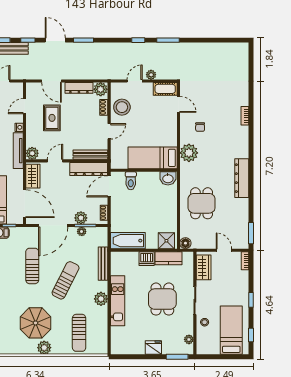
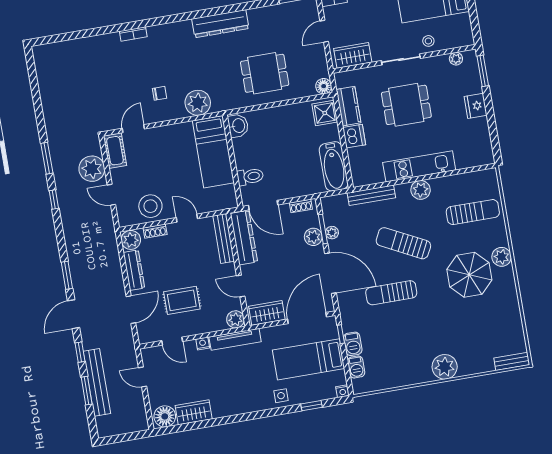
plant: (151, 75) -> (92, 169), width x1.87, depth x1.87

